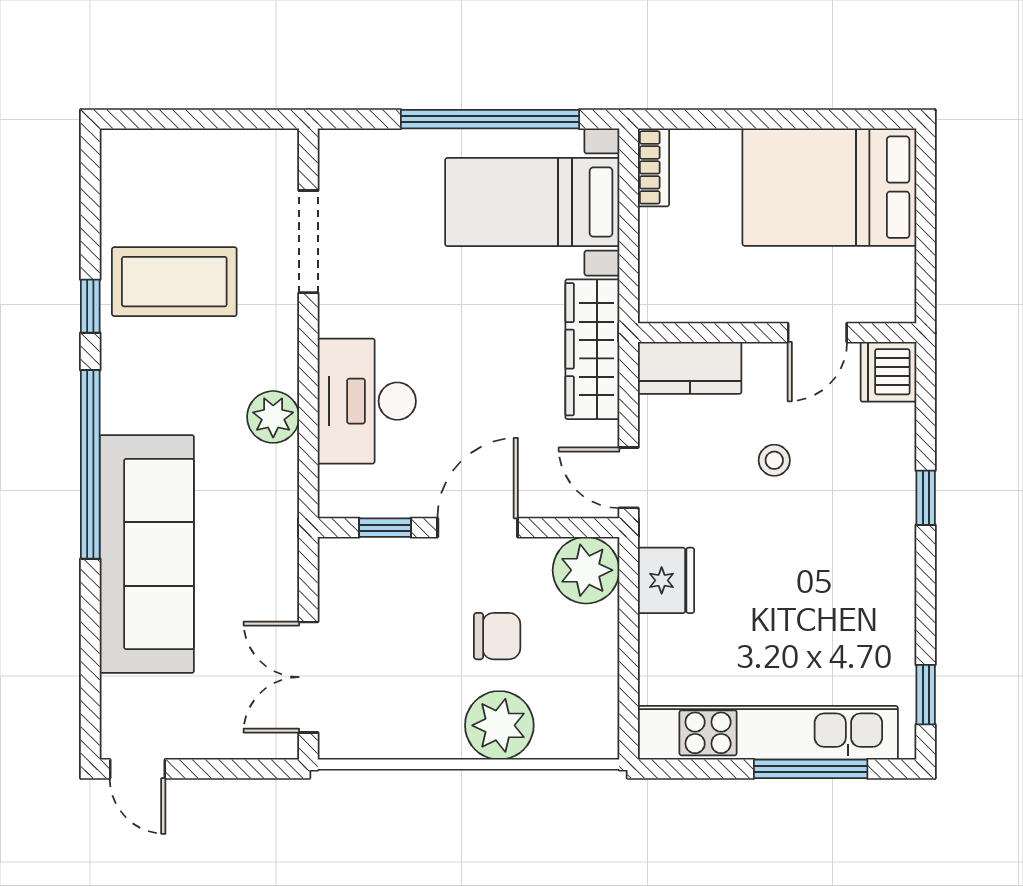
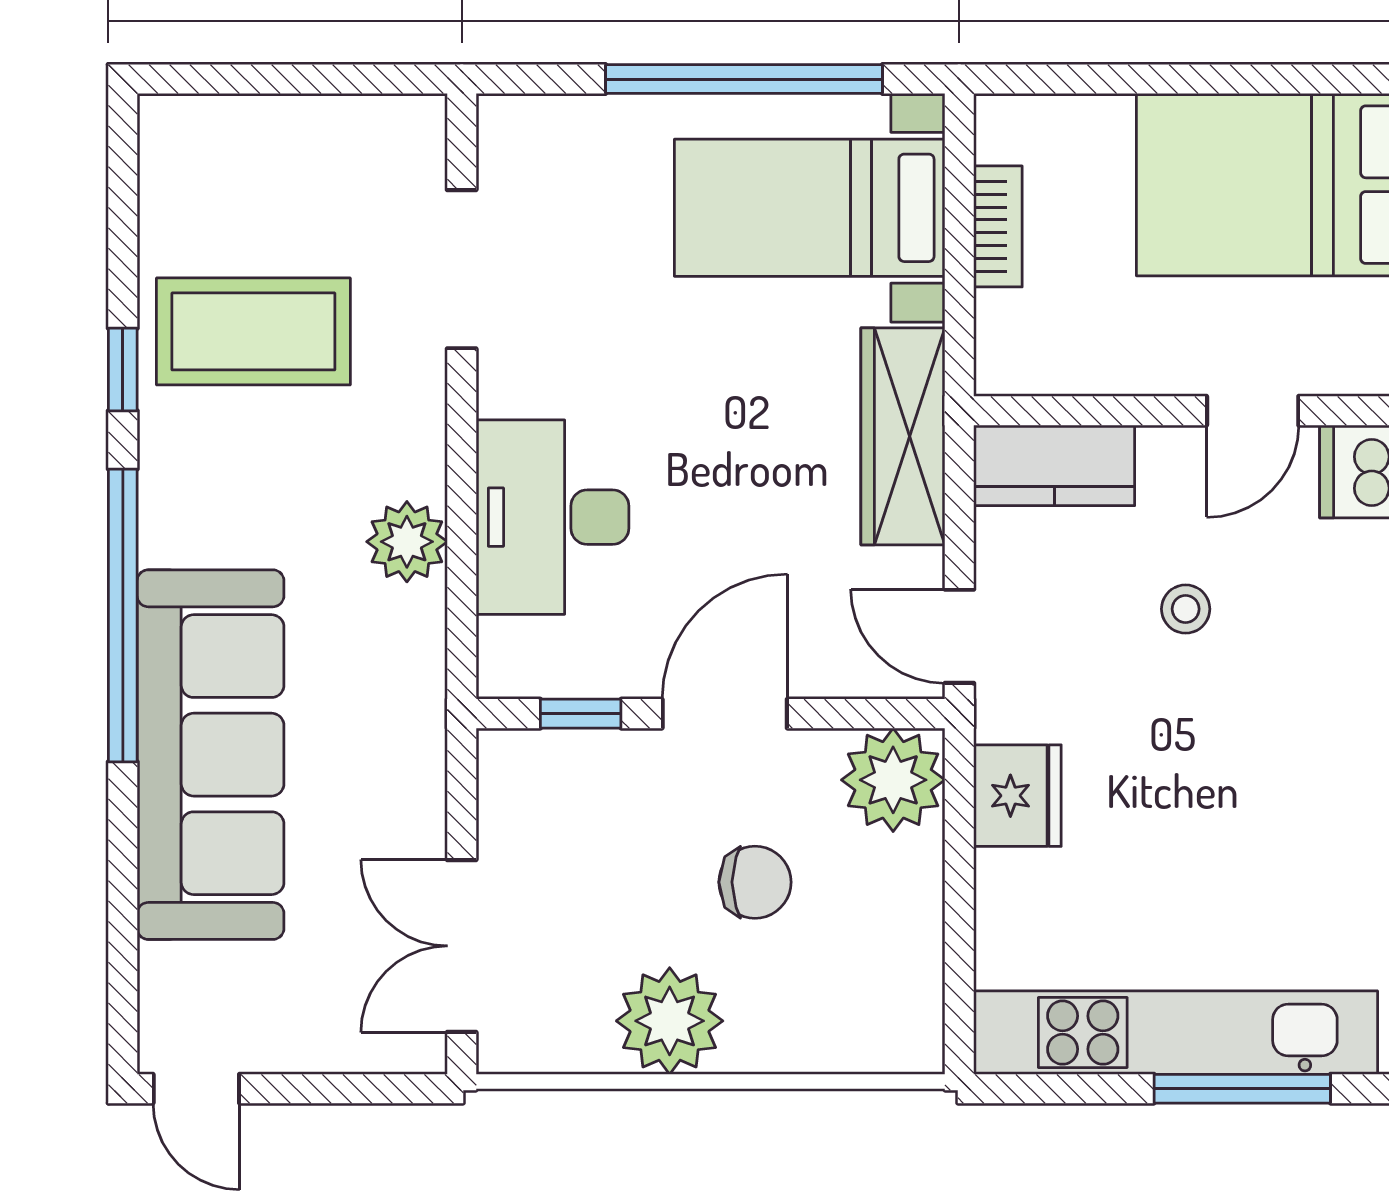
bookcase: (653, 167) -> (998, 226), moved
plant: (499, 725) -> (670, 1021), moved

